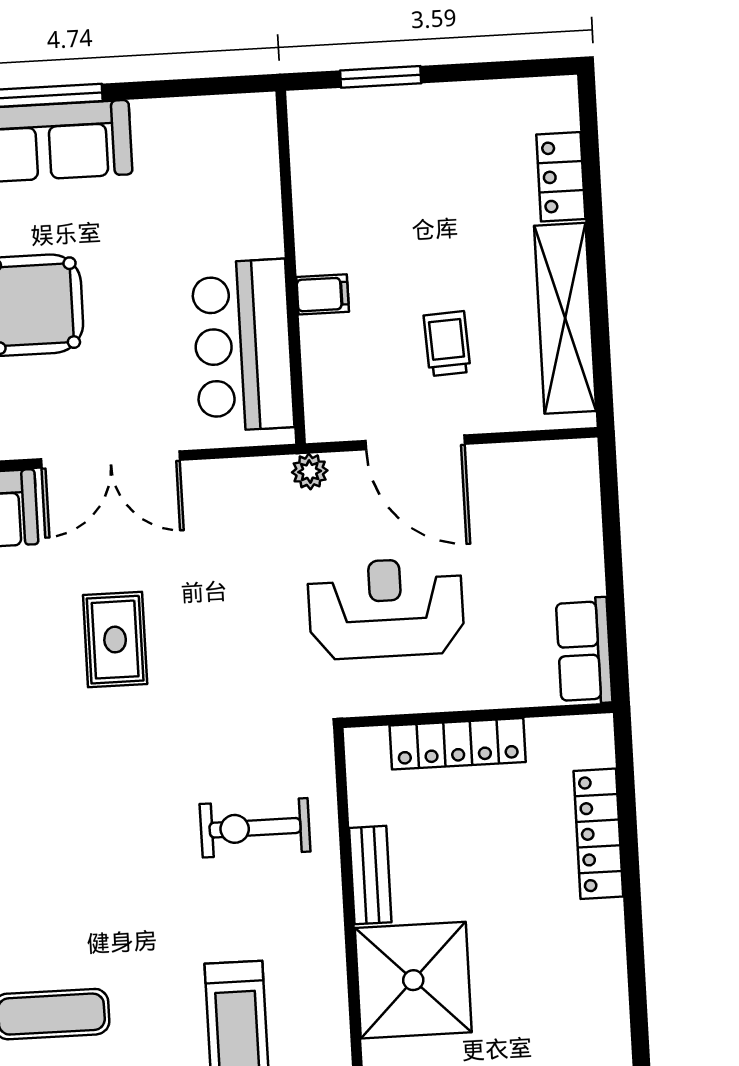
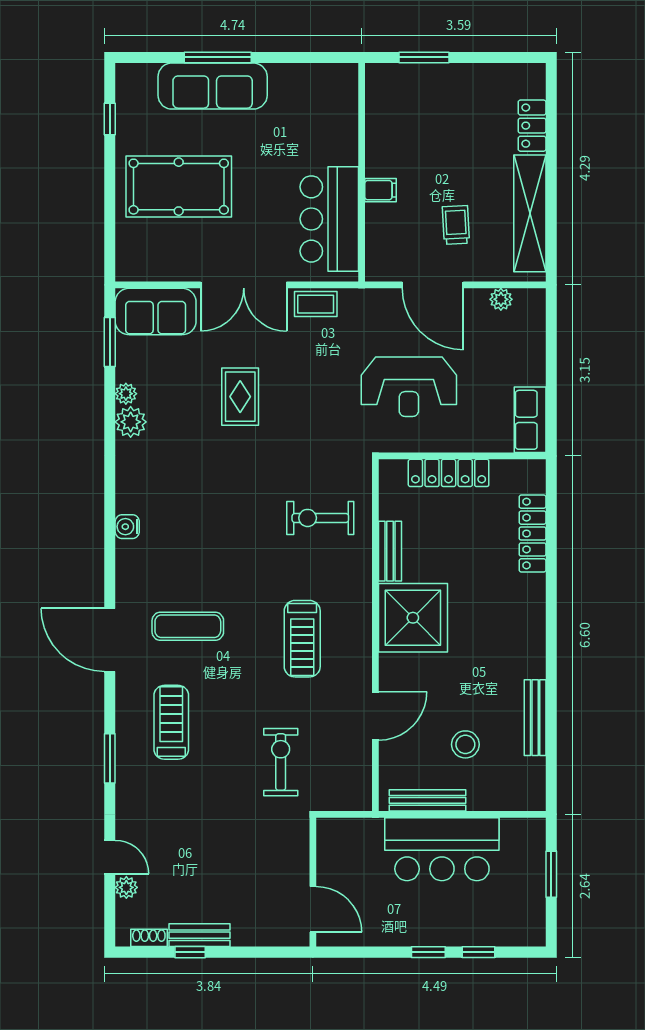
plant: (310, 471) -> (501, 299), moved
coffee table: (228, 484) -> (316, 304), added
reception desk: (386, 608) -> (409, 387), turned 180

